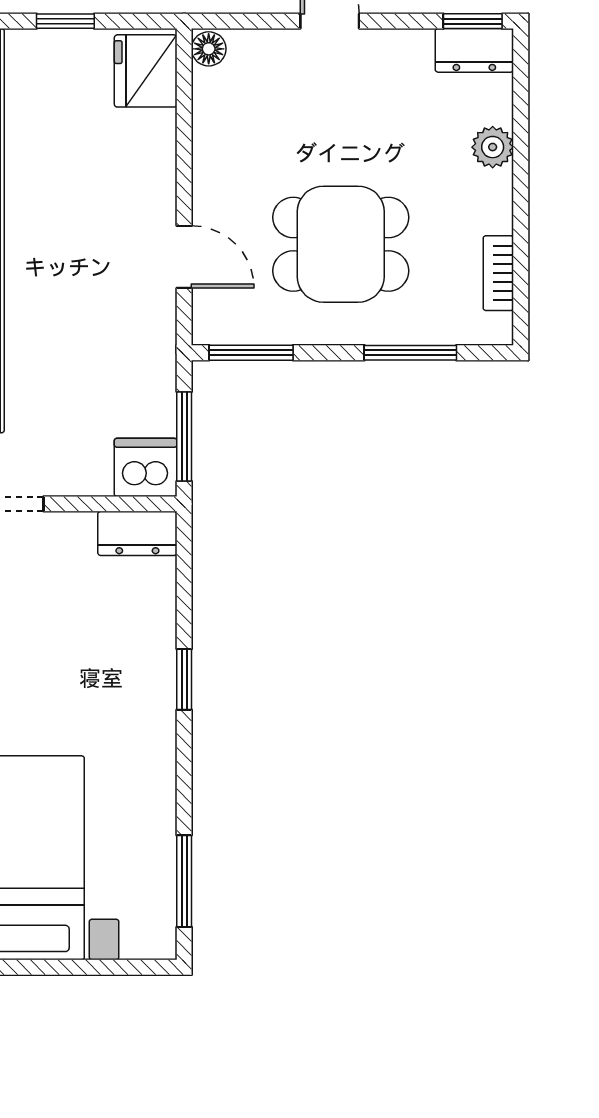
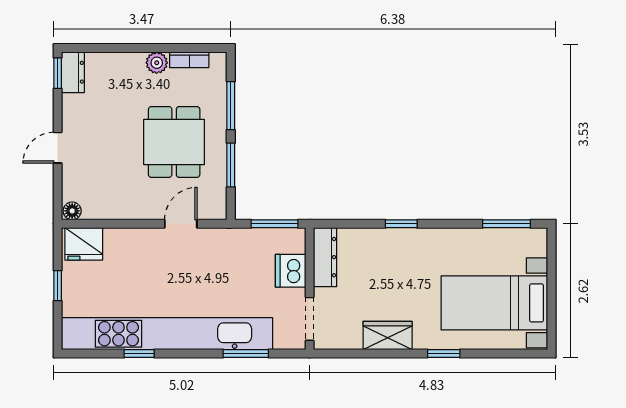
plant: (493, 147) -> (157, 63), moved
window: (251, 353) -> (231, 165), moved
dishwasher: (146, 467) -> (291, 271), moved
dresser: (137, 533) -> (325, 257), width x1.44

